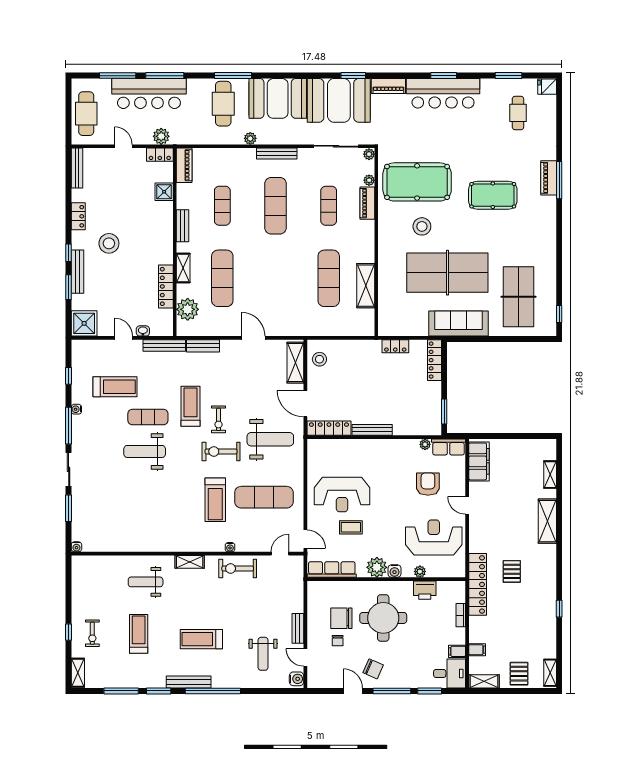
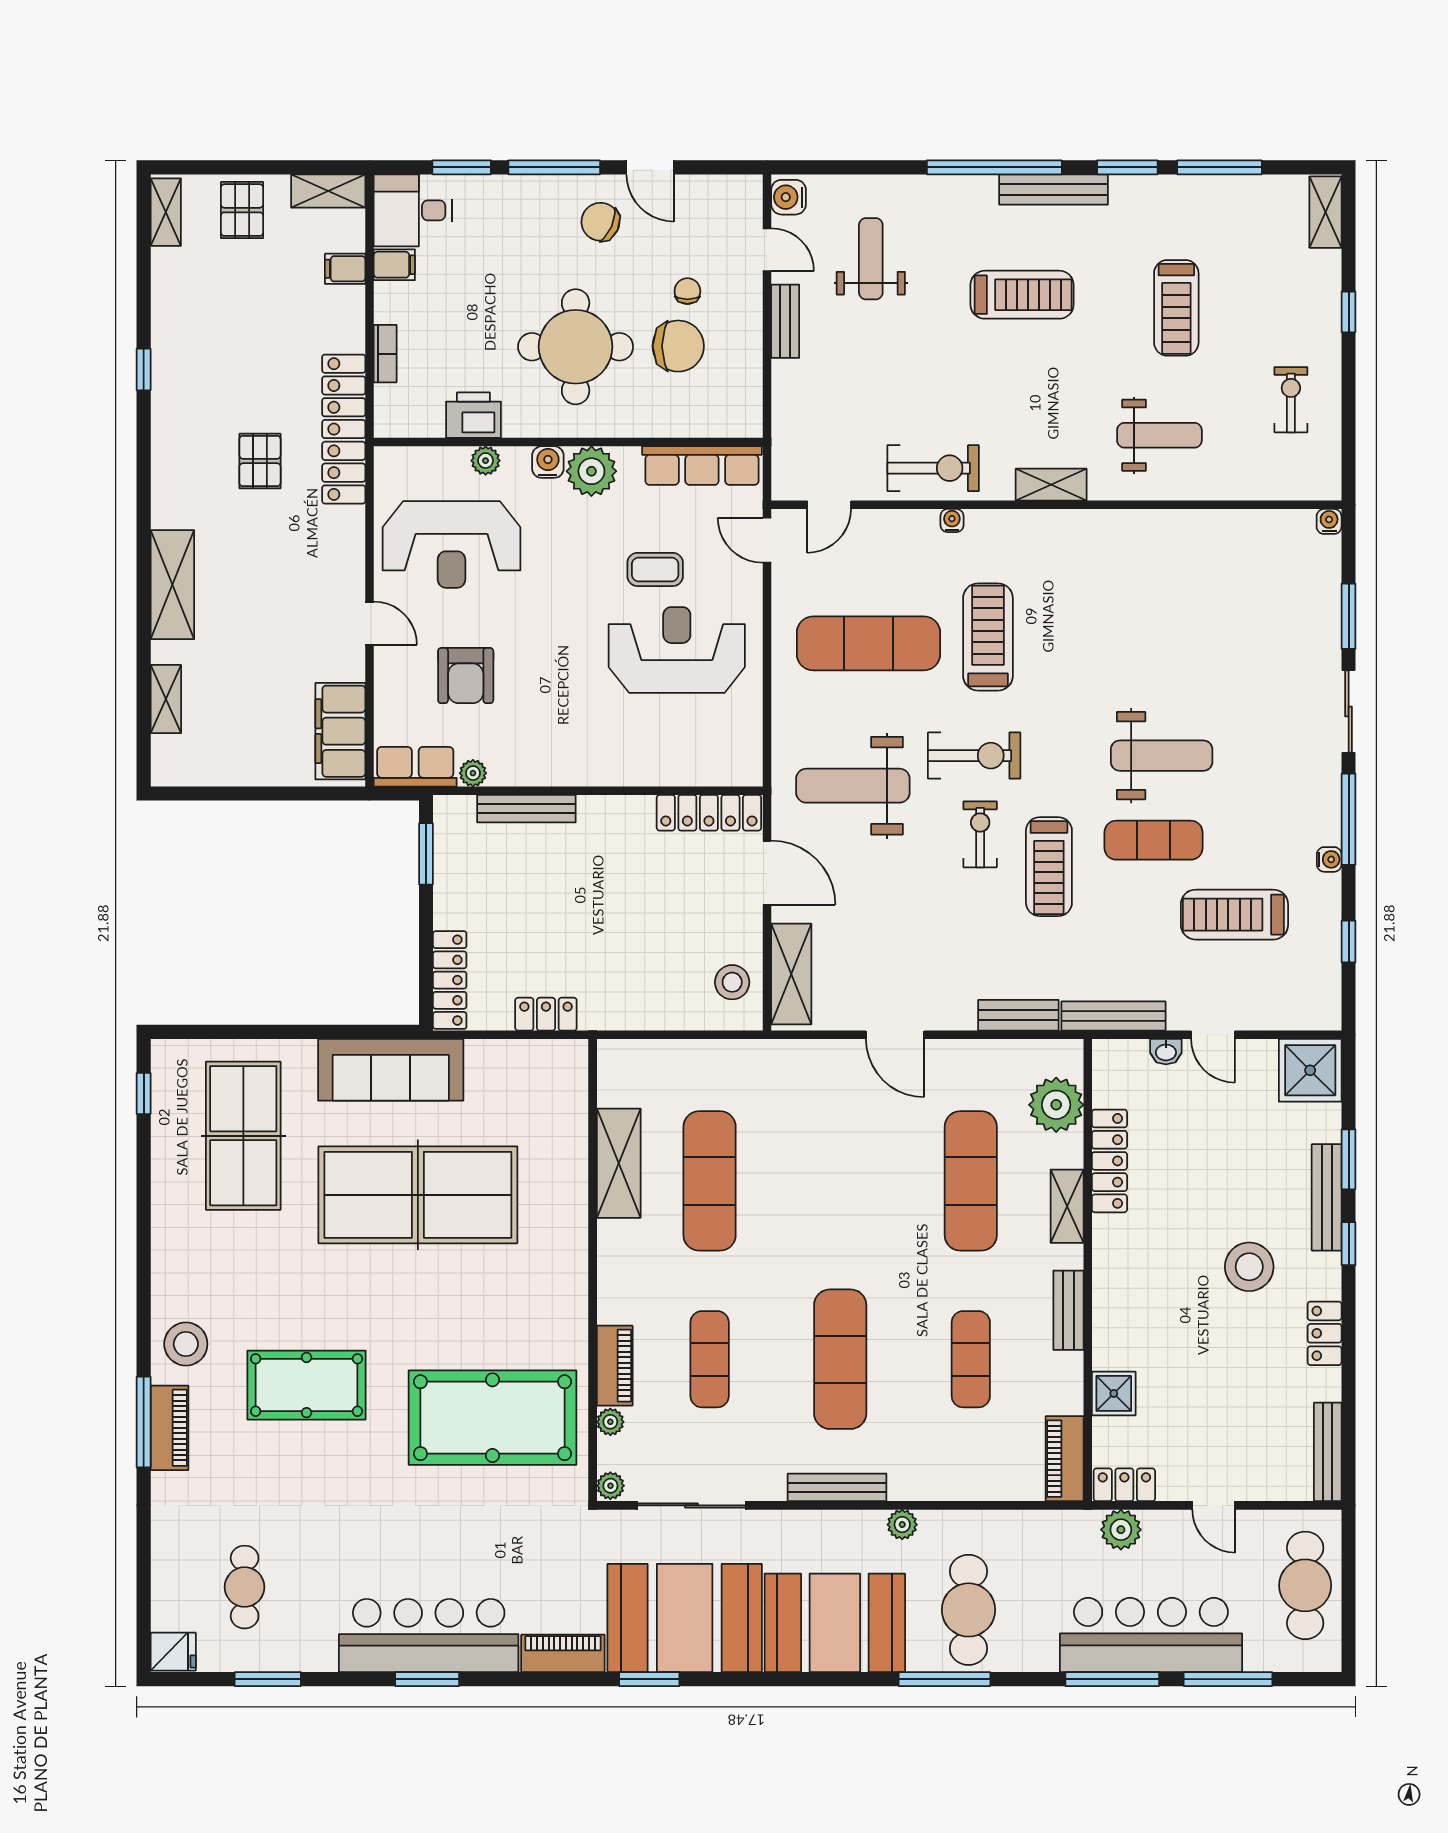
stool: (422, 226) -> (186, 1344), moved
bench: (372, 430) -> (526, 809), moved
exercise bike: (92, 633) -> (1291, 400), moved

